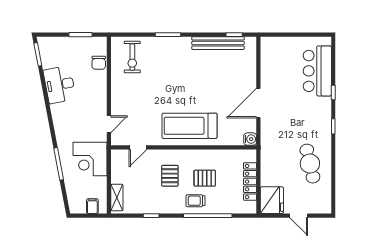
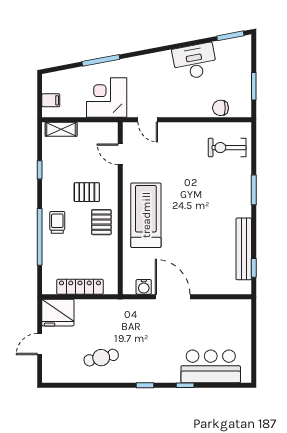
water cooler: (250, 139) -> (144, 287), moved
cafe table: (310, 164) -> (101, 358), width x0.73, depth x0.74
pallet: (205, 178) -> (101, 222), moved

